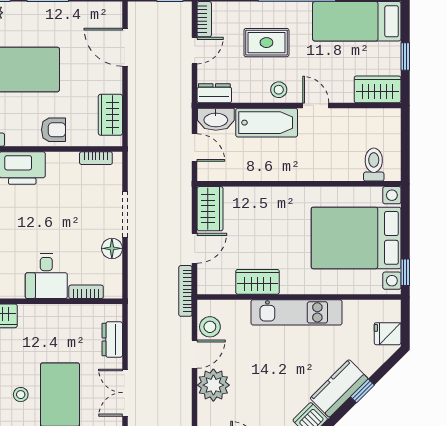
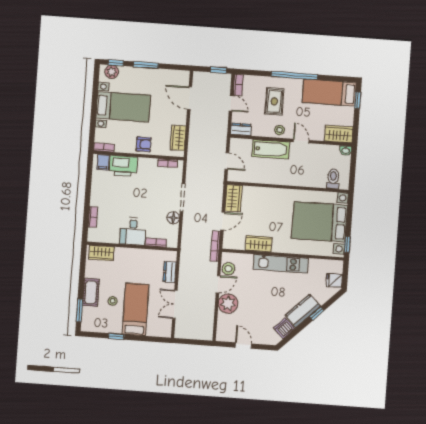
rug: (266, 43) -> (274, 101), turned 90
door: (195, 51) -> (231, 103), hinge flipped
window: (405, 56) -> (358, 100), moved
washbasin: (216, 119) -> (346, 150), moved, width x0.52, depth x0.69

